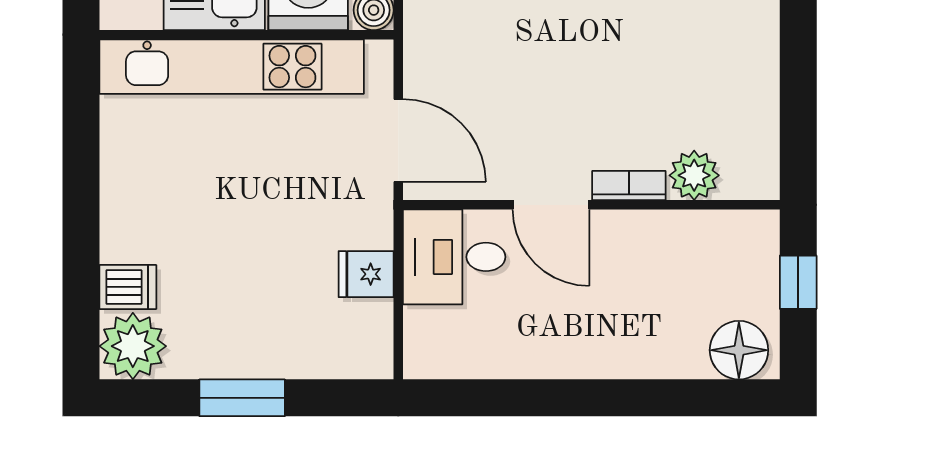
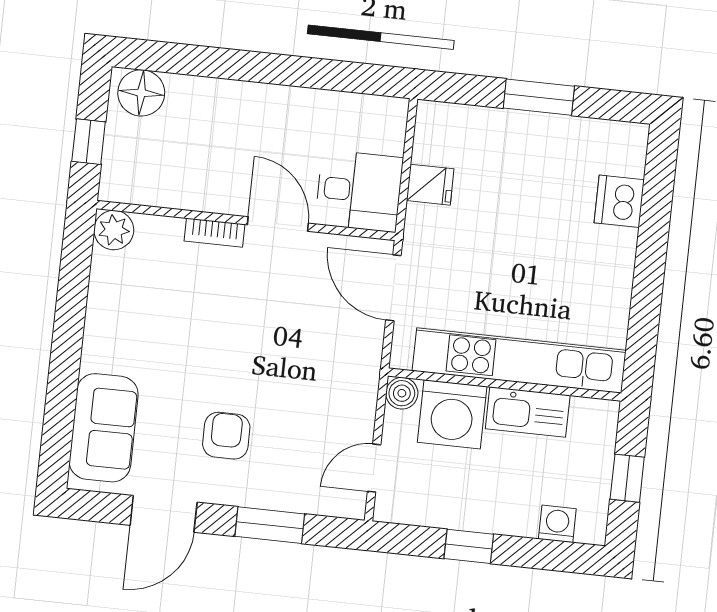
plant: (694, 175) -> (114, 230), moved
dishwasher: (128, 287) -> (619, 201), width x1.38
plant: (133, 346) -> (621, 147), removed

